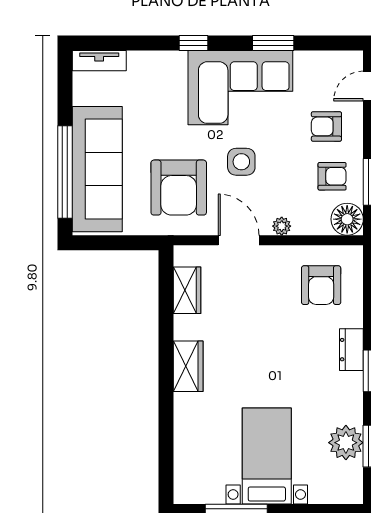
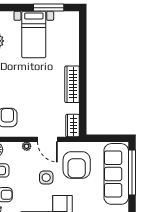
armchair: (179, 188) -> (77, 165), turned 180
wardrobe: (187, 290) -> (73, 126), moved
wardrobe: (188, 366) -> (72, 84), width x1.50

